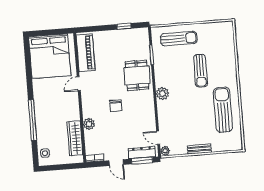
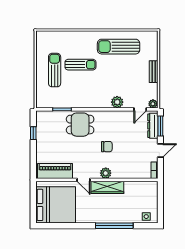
sun lounger: (179, 39) -> (55, 70), moved
plant: (162, 93) -> (117, 102), moved
plant: (89, 124) -> (106, 173), moved
wardrobe: (75, 138) -> (107, 187), moved

